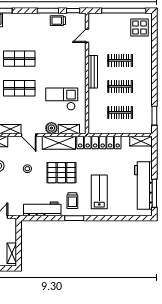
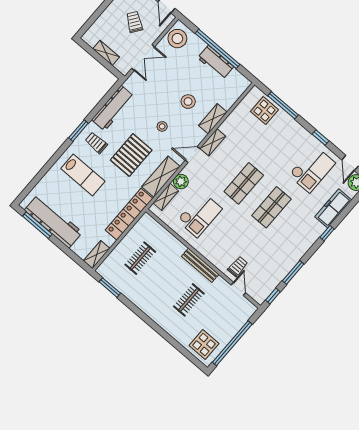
trolley: (58, 21) -> (238, 267), moved
clothes rail: (120, 86) -> (164, 279), removed
shelving: (12, 253) -> (106, 53), moved

